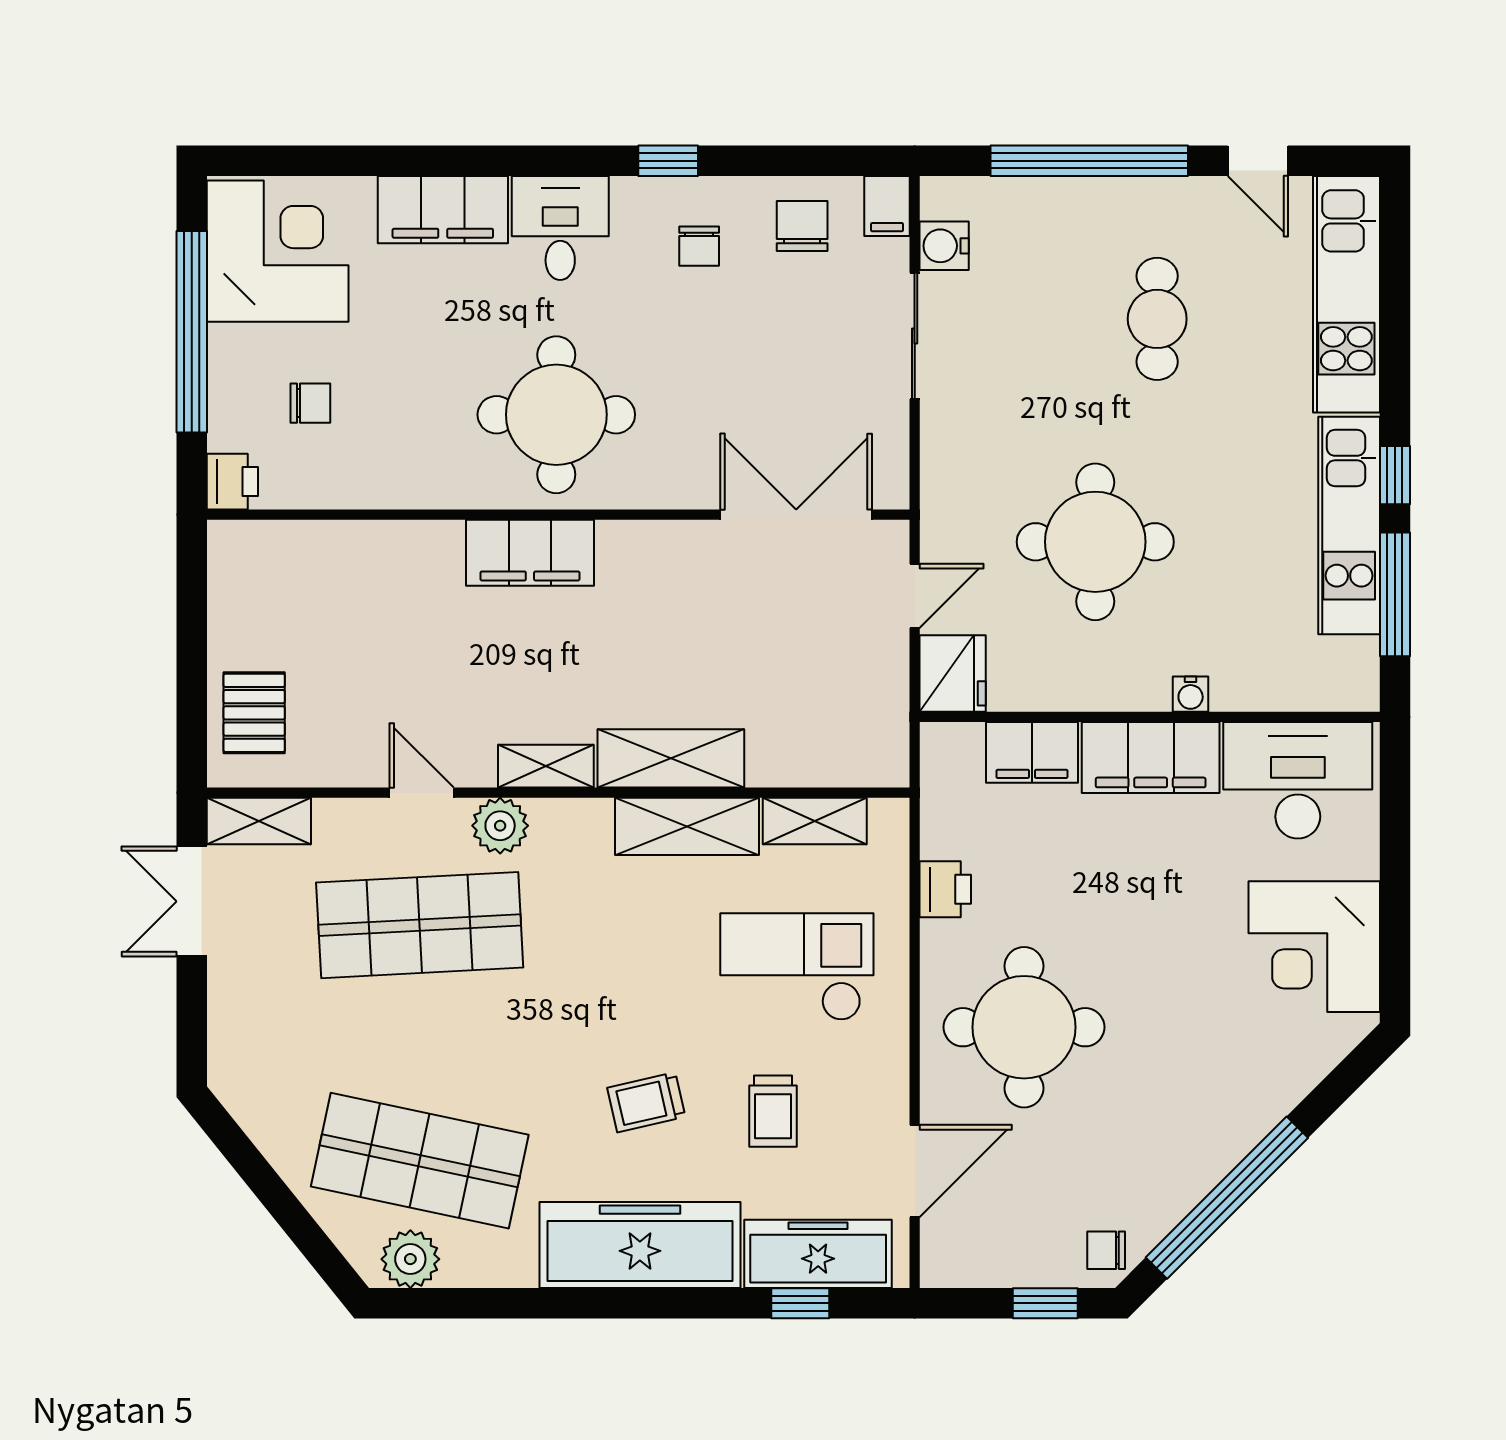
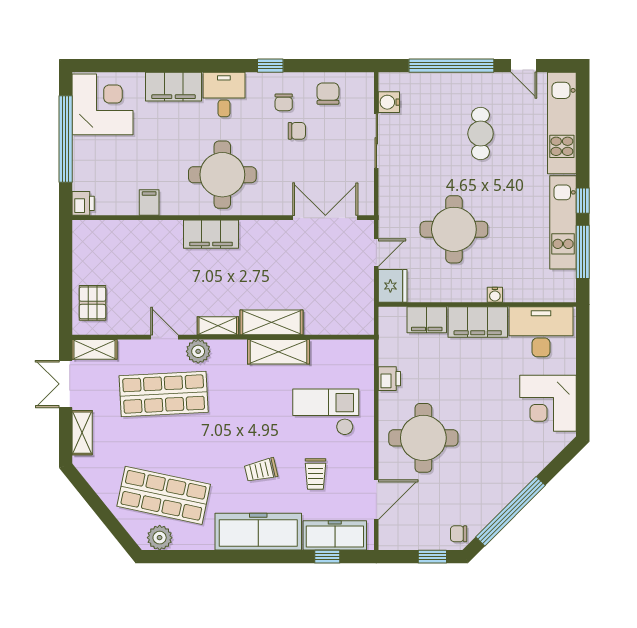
filing cabinet: (887, 206) -> (149, 203), moved, turned 180
chair: (310, 403) -> (297, 131), moved
shelving: (815, 821) -> (82, 433), moved, turned 90

